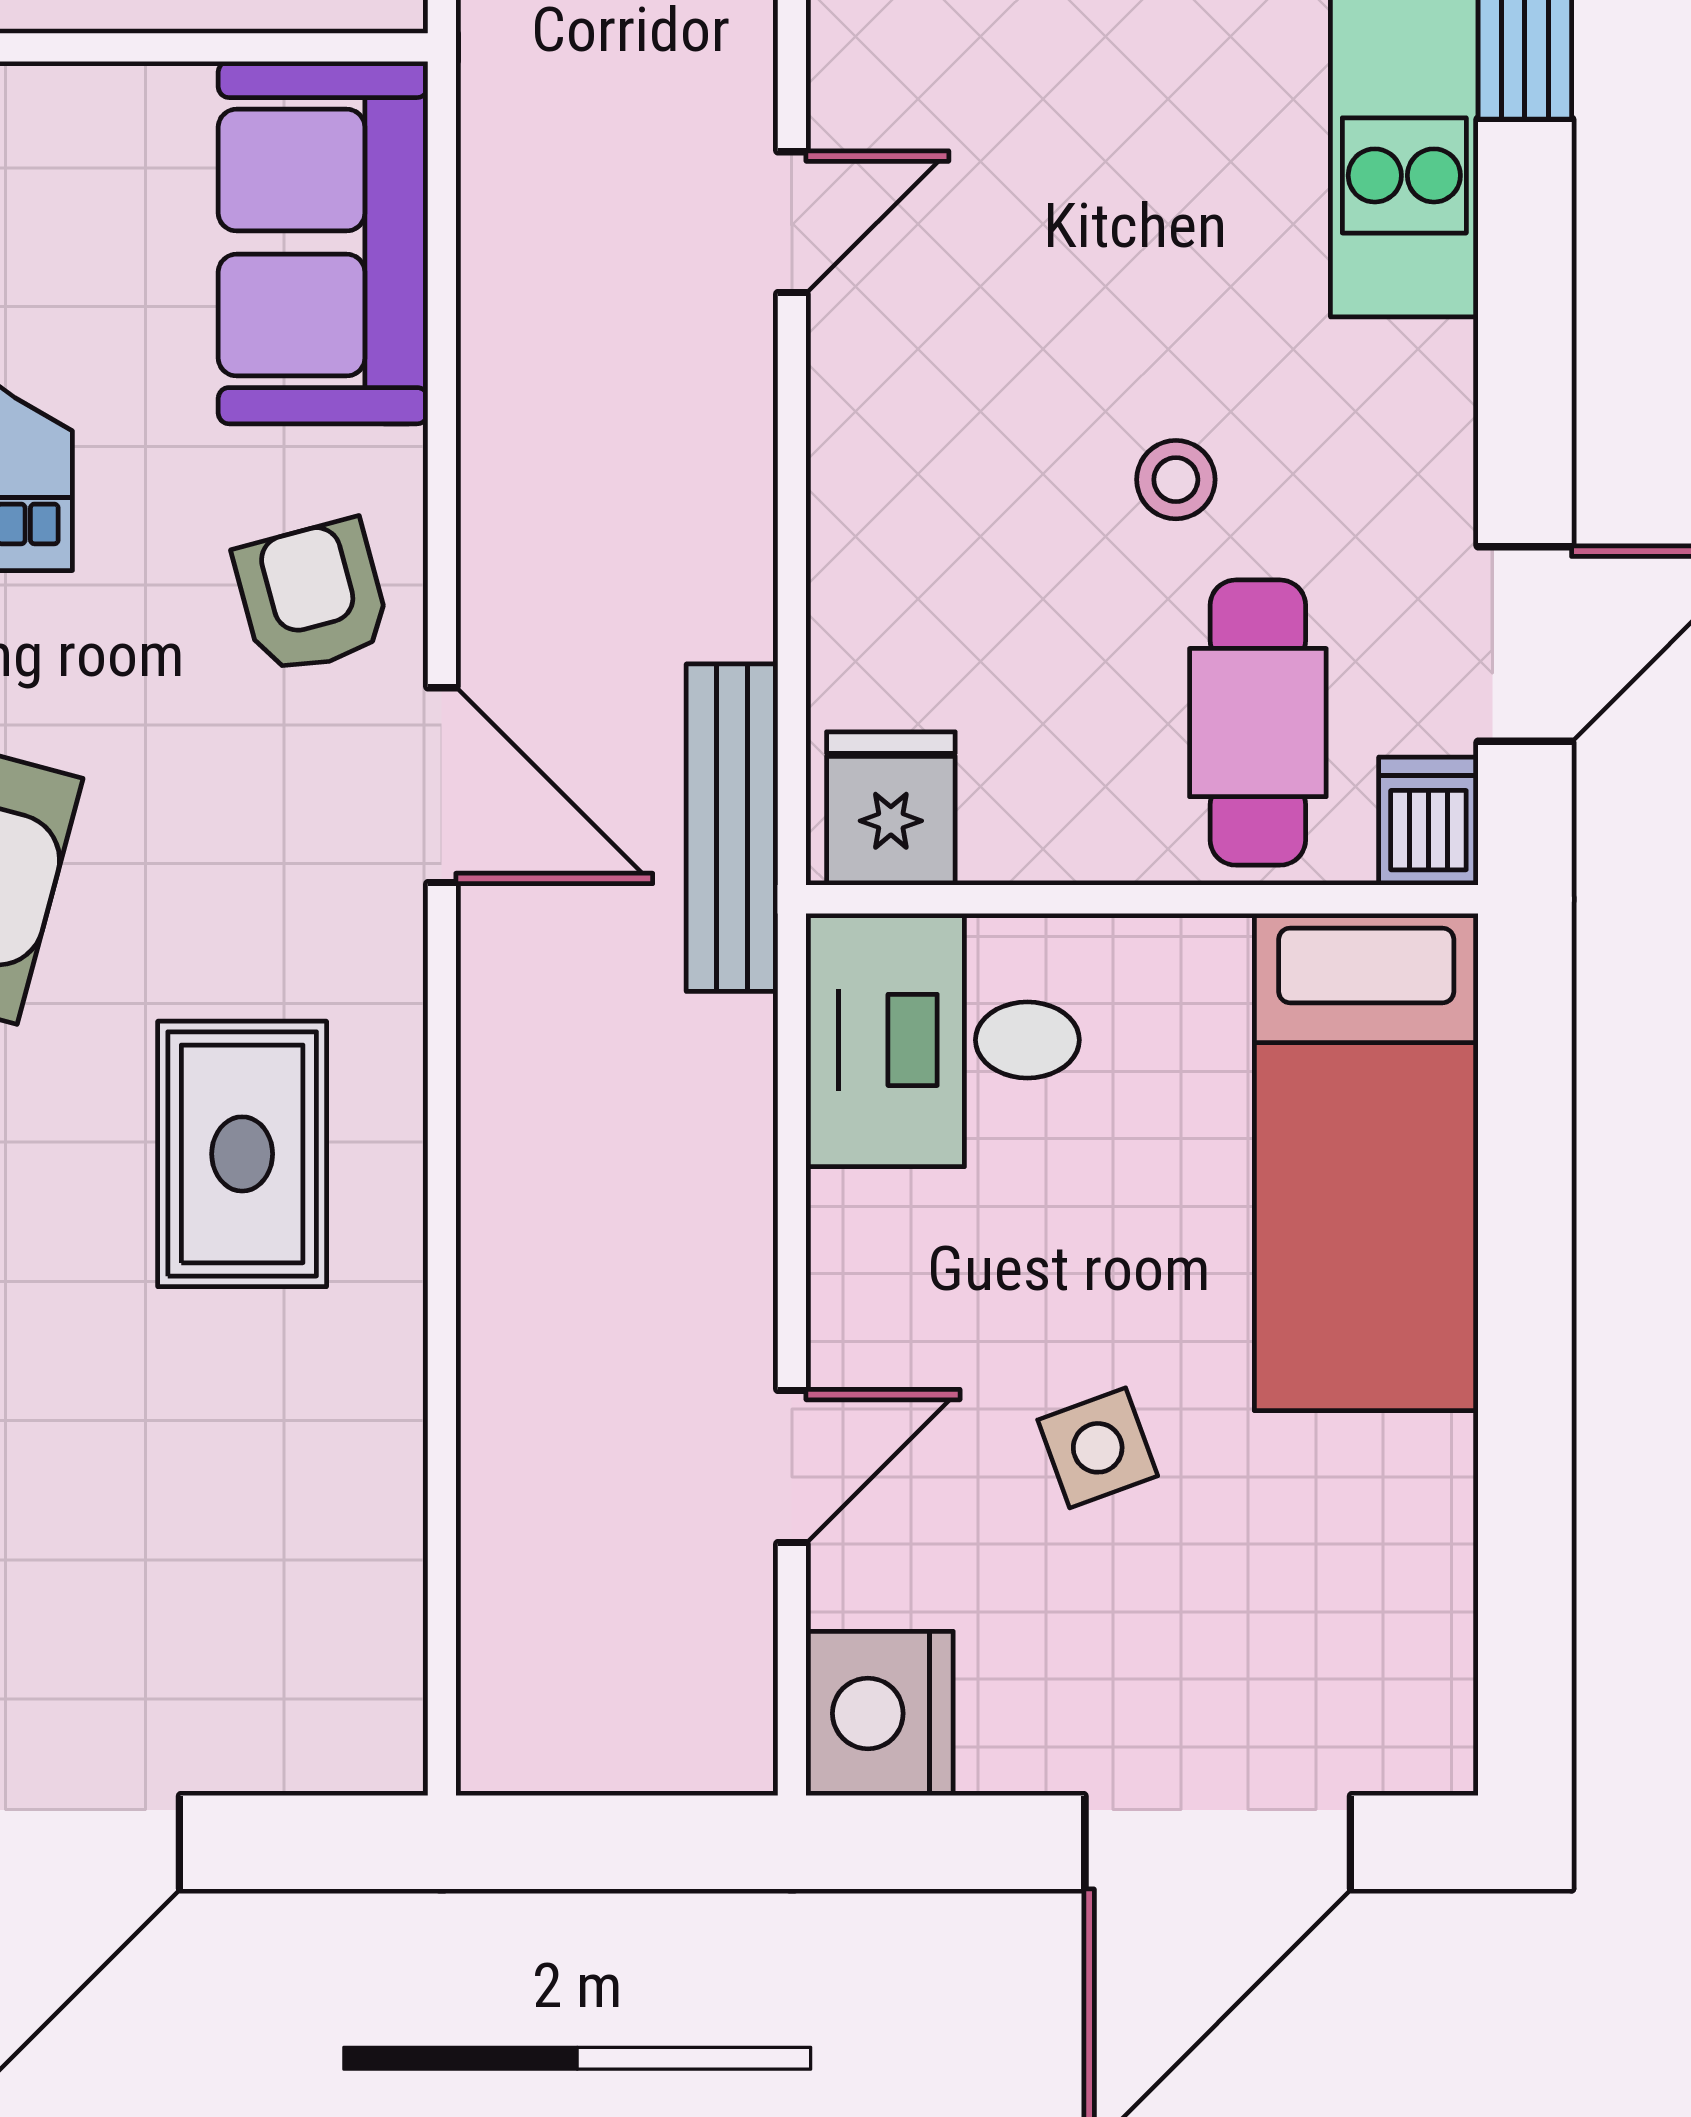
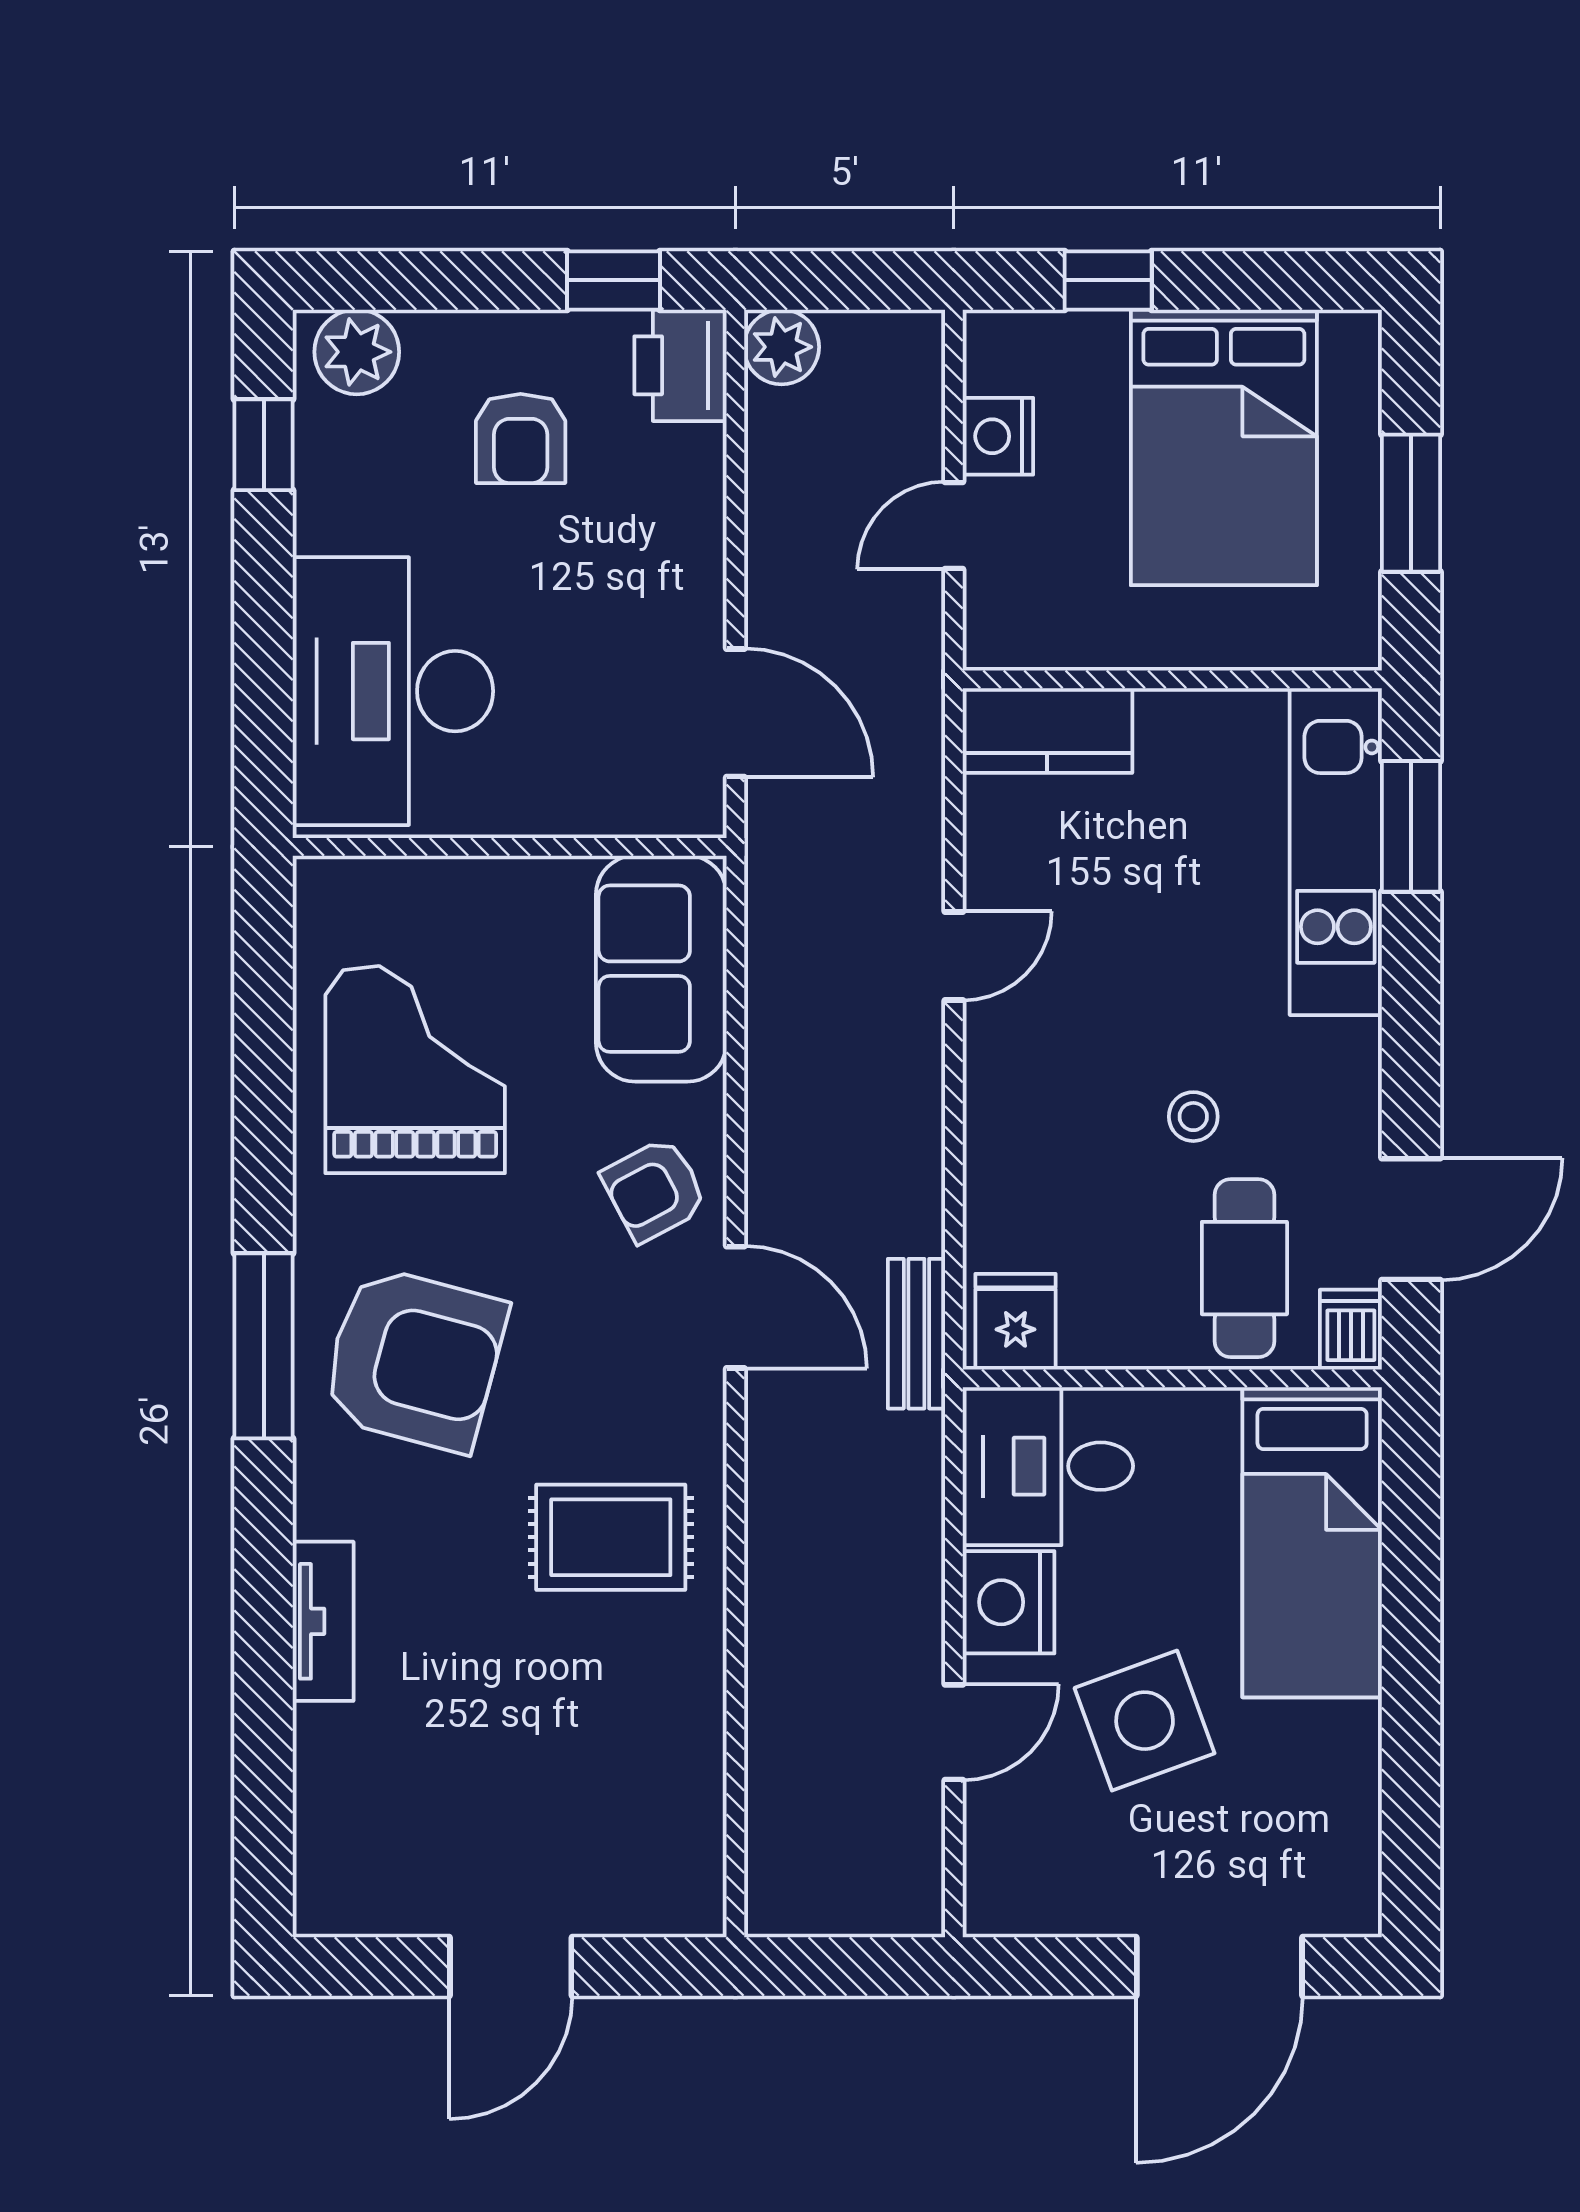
armchair: (312, 597) -> (654, 1190), turned -103
bench: (732, 828) -> (916, 1334), width x0.73
rug: (242, 1154) -> (611, 1537), turned 90
side table: (1098, 1448) -> (1145, 1721), width x1.87, depth x1.87
nightstand: (880, 1713) -> (1008, 1602), moved

